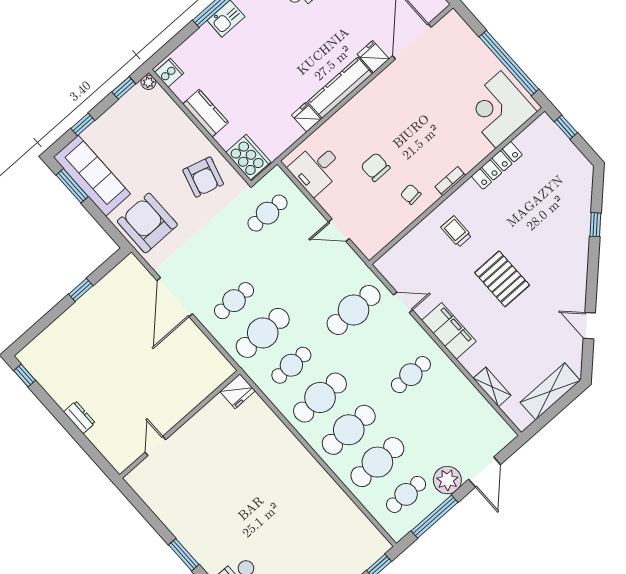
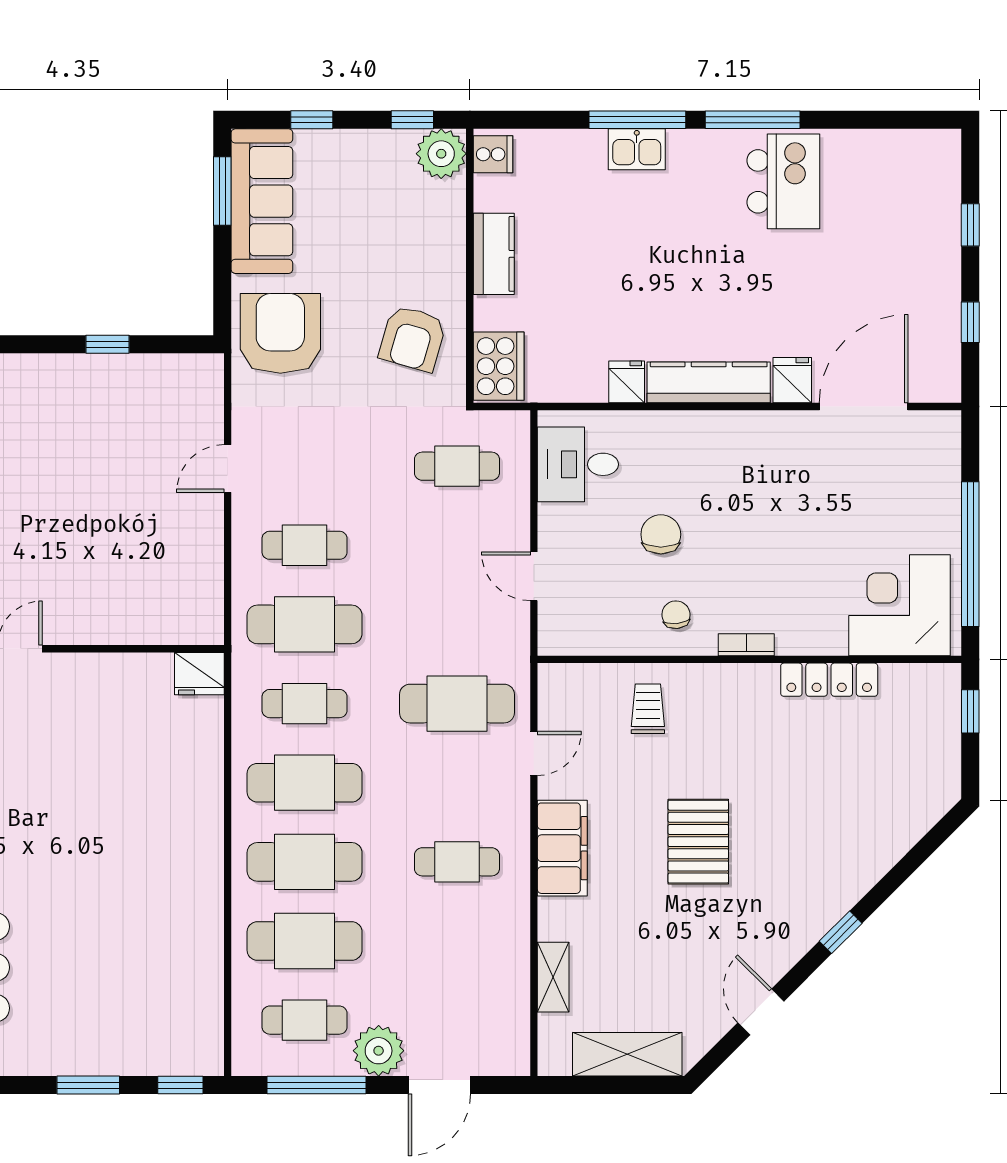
plant: (148, 82) -> (441, 154), width x1.87, depth x1.87
window: (595, 225) -> (841, 932), moved
trolley: (456, 231) -> (648, 709), moved
door: (175, 297) -> (228, 469), width x0.53
door: (403, 302) -> (534, 753), hinge flipped

